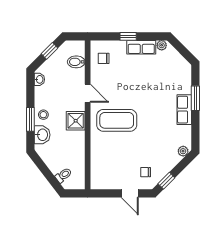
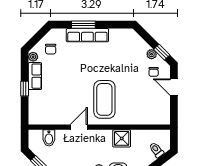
chair: (104, 58) -> (51, 49), moved
row of seats: (184, 110) -> (87, 35), width x1.48
shower: (76, 121) -> (122, 138), moved
plant: (183, 151) -> (152, 54), moved
door: (130, 193) -> (174, 87), swing flipped

